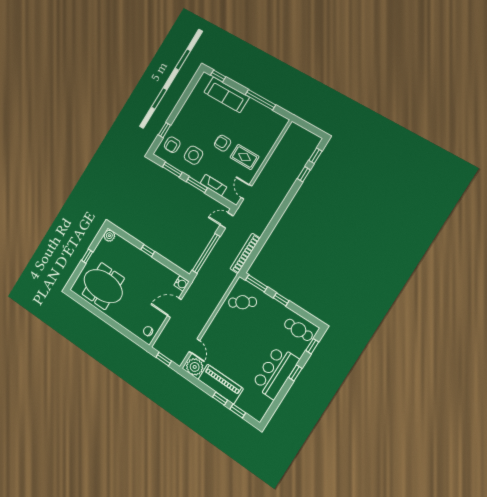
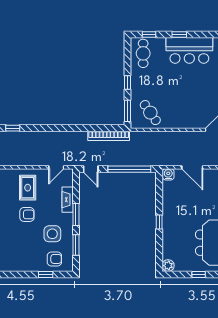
armchair: (223, 143) -> (27, 214), turned -92

